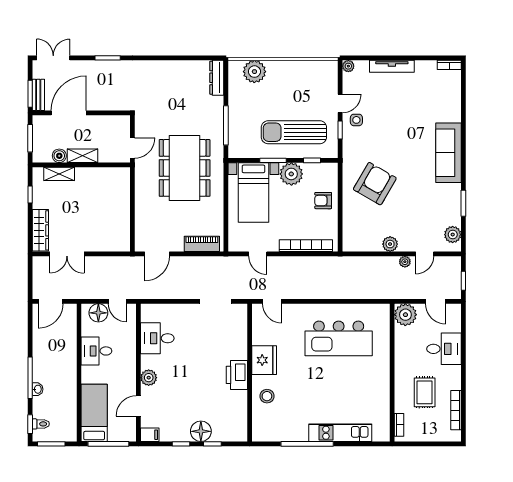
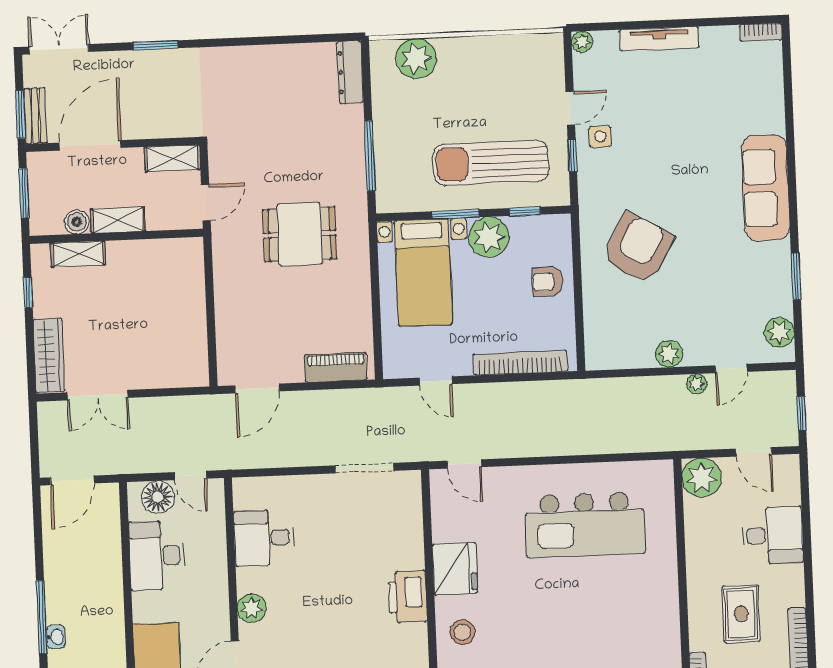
shelving: (115, 122) -> (172, 158), added
dining table: (185, 168) -> (300, 234), width x0.53, depth x0.80
desk: (96, 351) -> (157, 556), width x1.37

